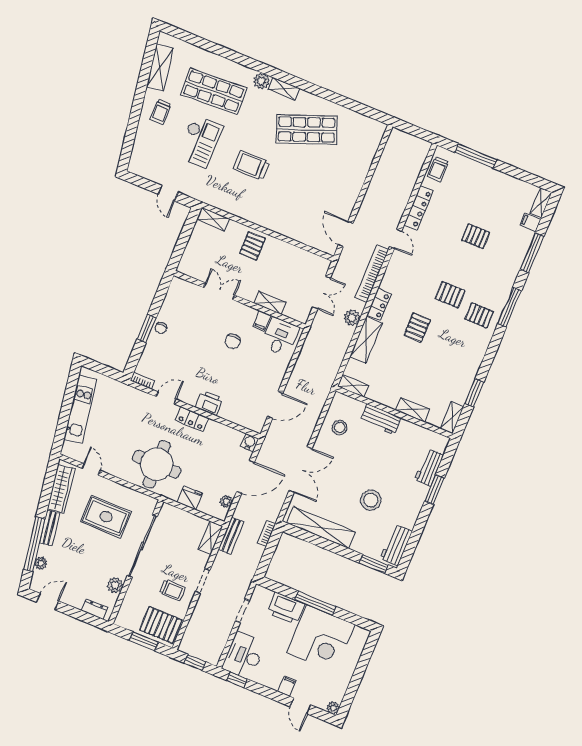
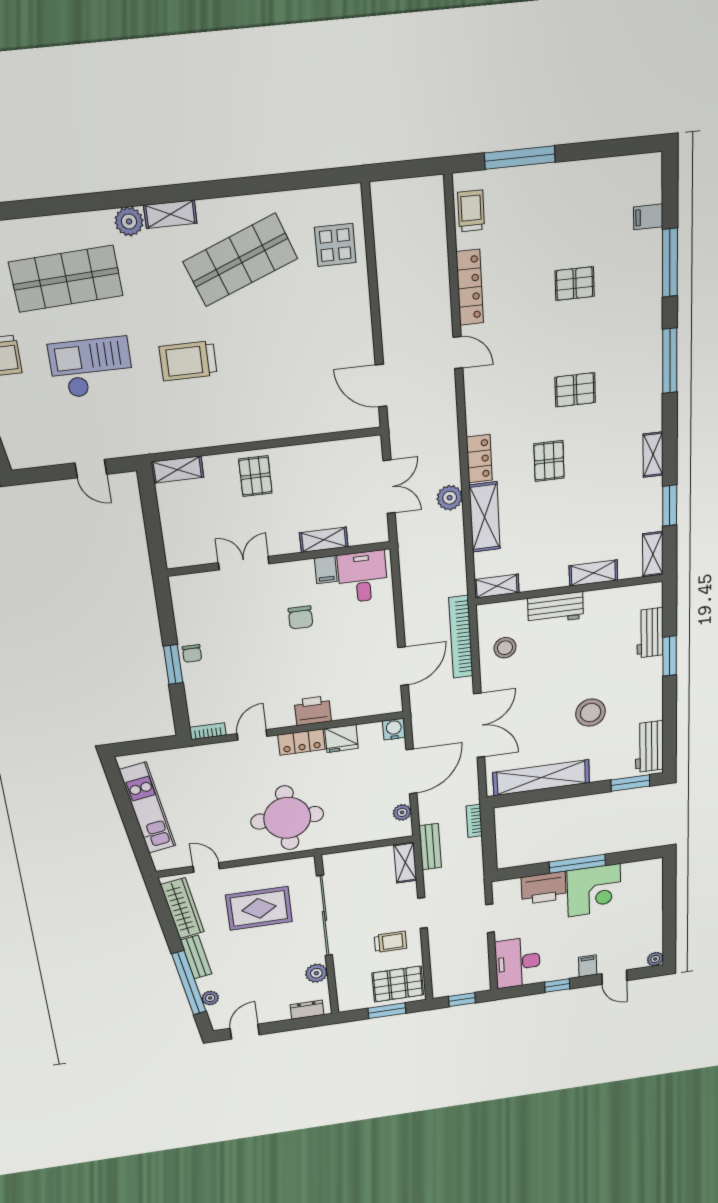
checkout: (200, 141) -> (91, 368), turned -90
display table: (359, 148) -> (335, 245), added
trolley: (438, 169) -> (471, 211), turned 180
shelving: (541, 203) -> (653, 455), moved
bookcase: (372, 273) -> (461, 637), moved
pallet: (479, 315) -> (631, 396), removed
fridge: (190, 498) -> (341, 739), moved, turned 180
corner desk: (321, 639) -> (594, 890), width x0.74, depth x0.74
window: (237, 680) -> (557, 986), moved

